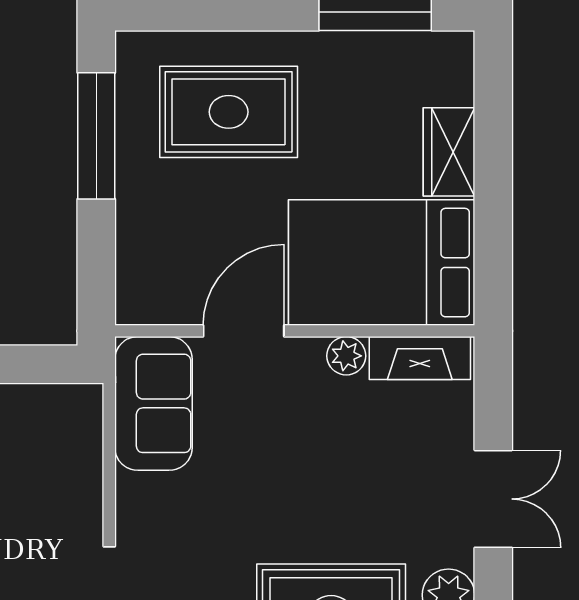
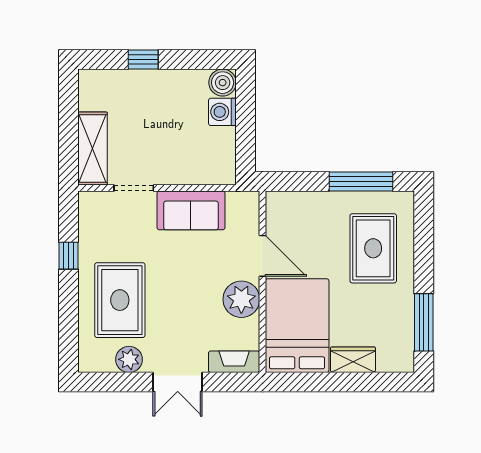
plant: (346, 356) -> (241, 299), width x1.88, depth x1.88
fireplace: (420, 358) -> (234, 362), moved, turned 90
sofa: (153, 403) -> (191, 210), moved

